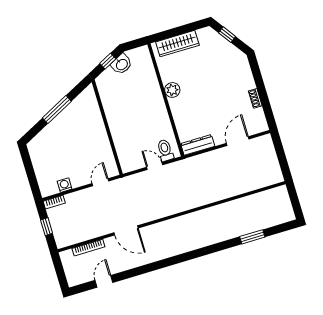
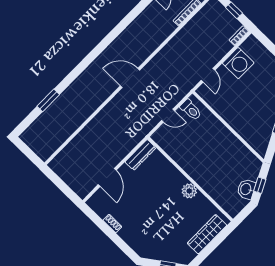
toilet: (165, 150) -> (191, 110), moved
washing machine: (65, 185) -> (238, 63), width x1.89, depth x1.89
door: (126, 230) -> (130, 78), moved

